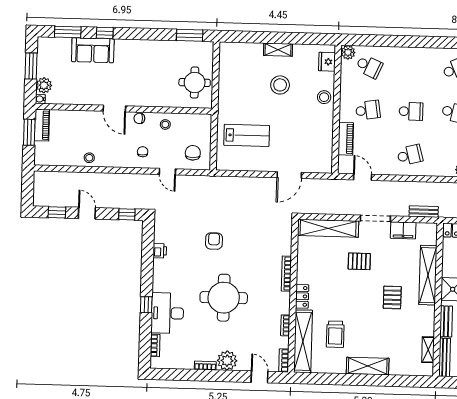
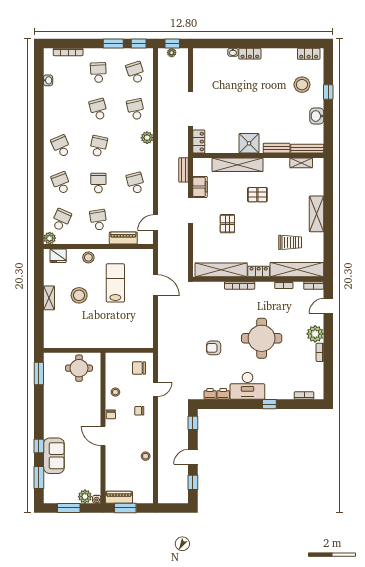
school desk: (412, 68) -> (61, 183), added
door: (114, 109) -> (103, 436), swing flipped
lab bench: (247, 135) -> (115, 283), moved
shelving: (328, 228) -> (221, 270), moved, turned 90
printer: (160, 235) -> (210, 394), added
desk: (167, 313) -> (247, 386), moved

